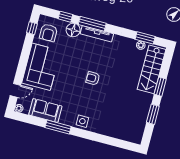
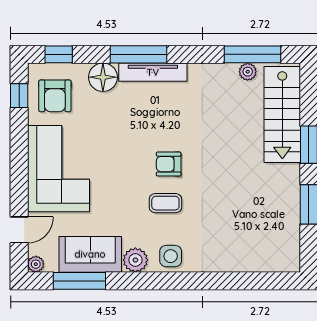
window: (65, 17) -> (59, 54), moved
window: (145, 38) -> (253, 54), width x1.44
coffee table: (87, 96) -> (165, 203), added
plant: (66, 119) -> (135, 260), added
window: (58, 127) -> (79, 281), moved

